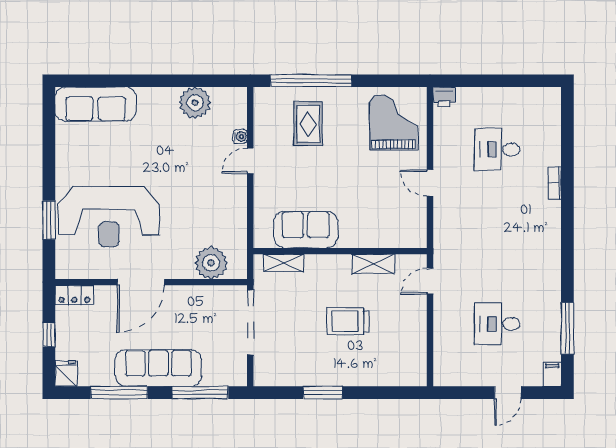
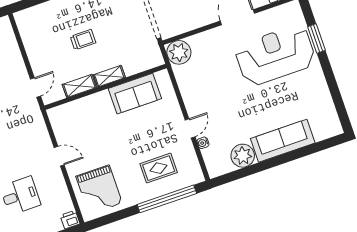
sofa: (96, 104) -> (283, 141), moved
rug: (308, 124) -> (159, 168), turned 90
plant: (211, 263) -> (179, 52), moved
shelving: (284, 263) -> (109, 76), moved
trolley: (348, 321) -> (83, 40), width x0.73, depth x0.72

